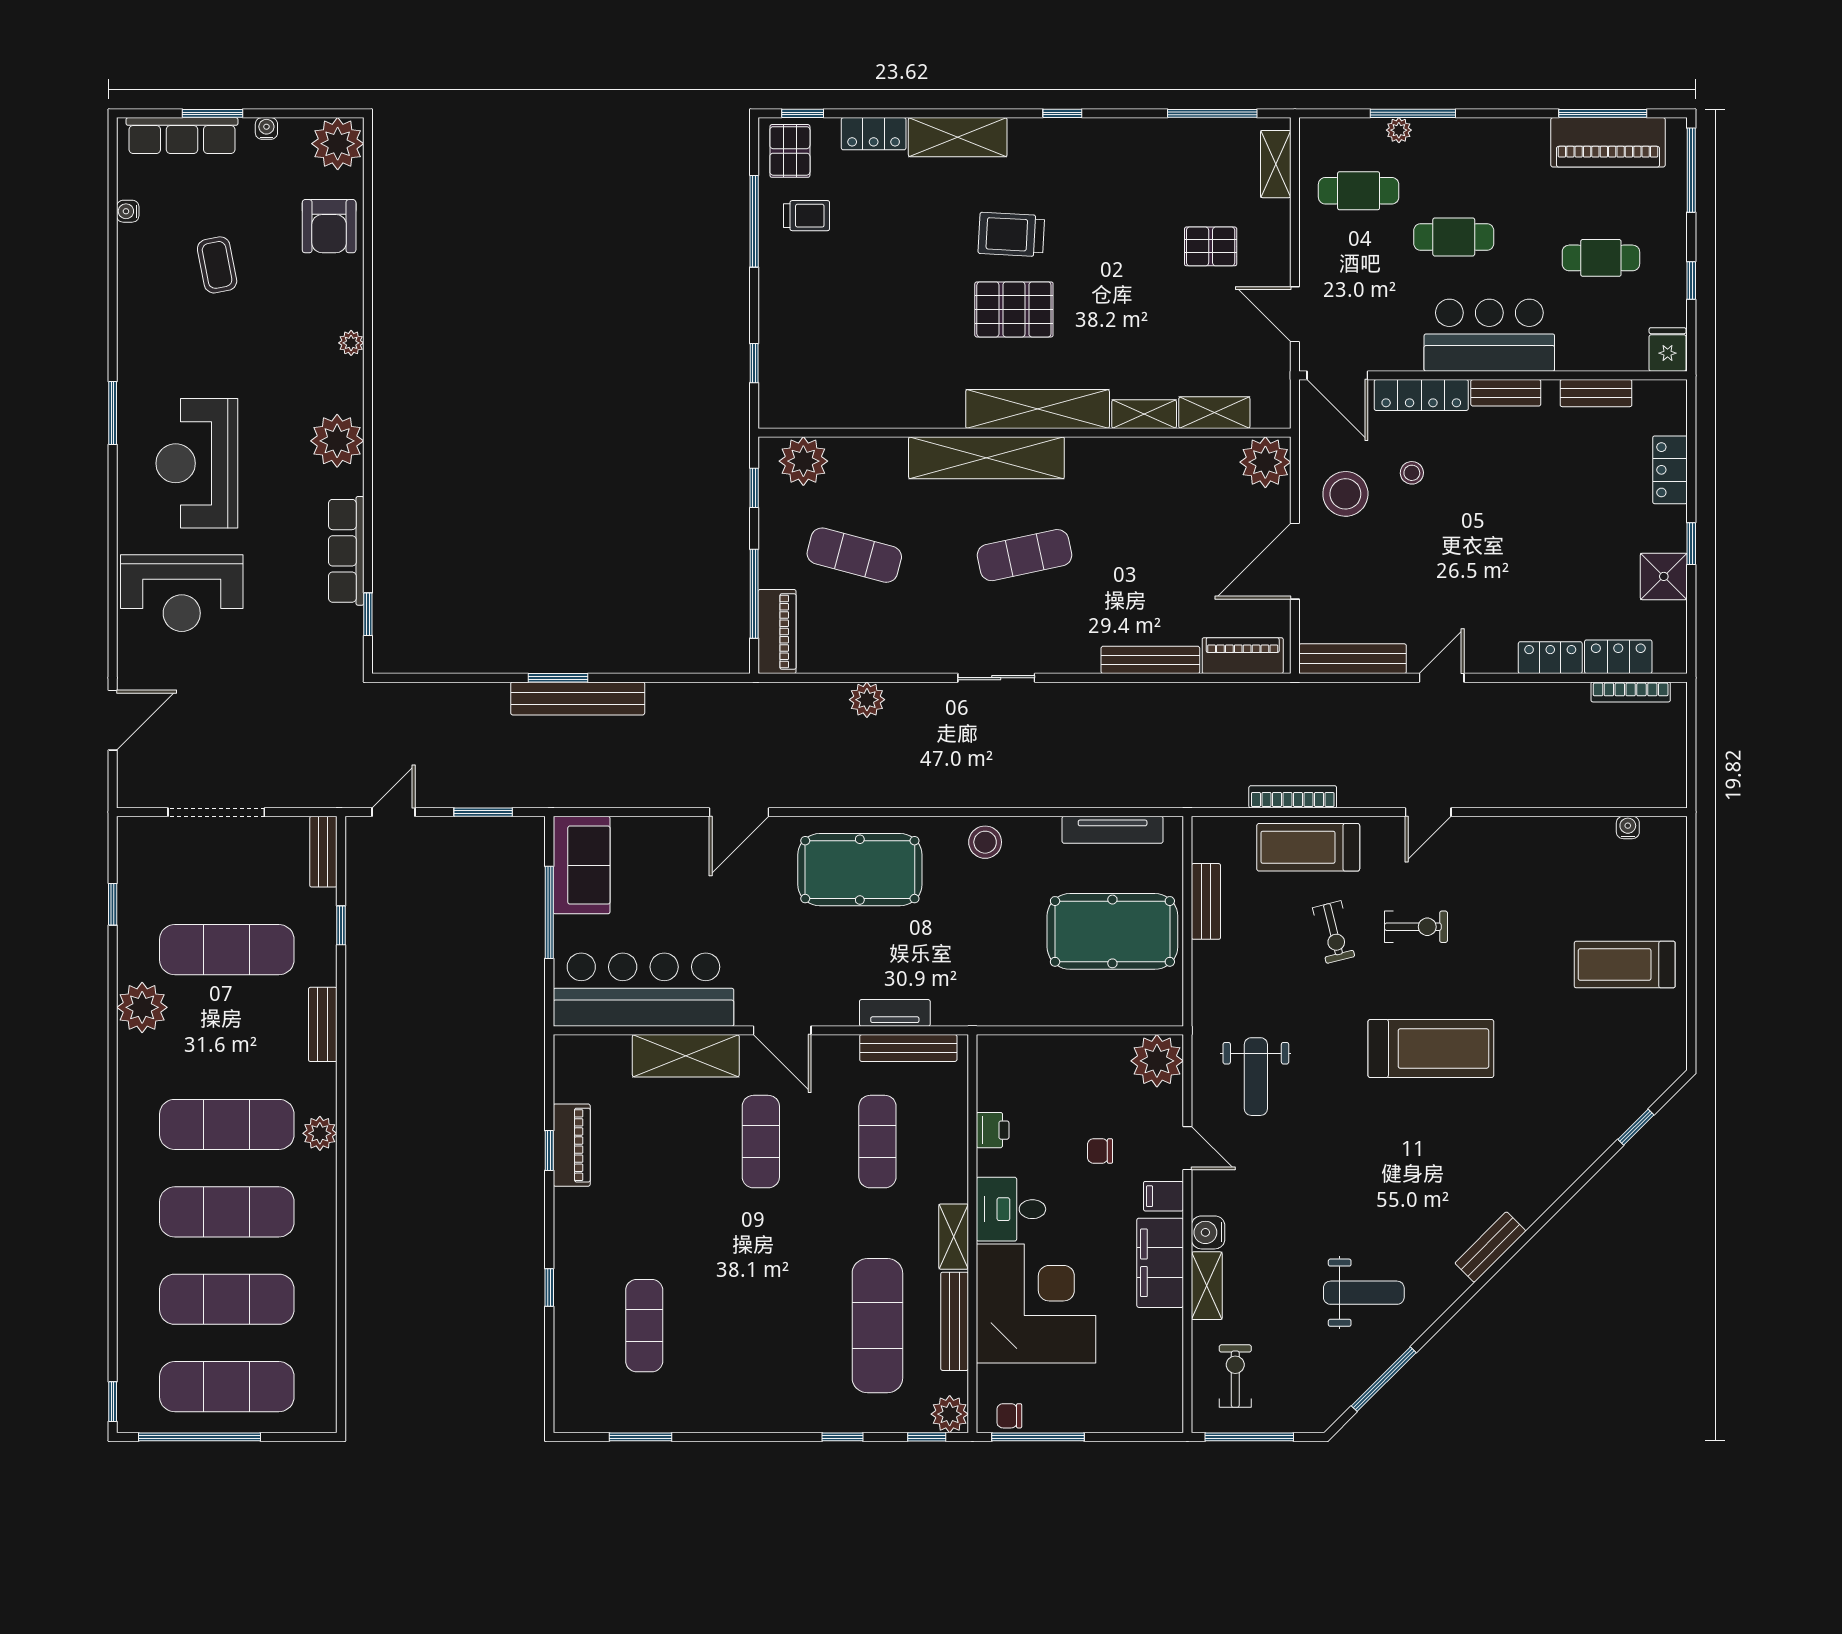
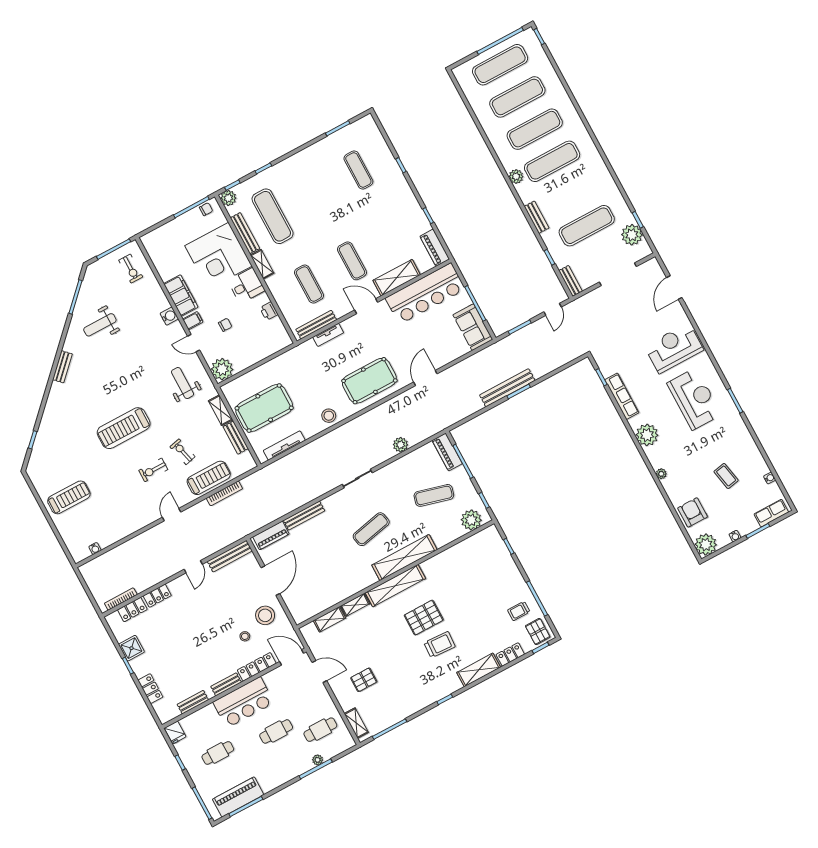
row of seats: (182, 136) -> (771, 513), width x0.68
plant: (1265, 462) -> (301, 611), removed
plant: (142, 1007) -> (632, 235), moved
piano: (572, 1145) -> (435, 248), moved
shelving: (1207, 1286) -> (221, 410), moved

